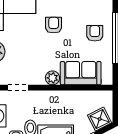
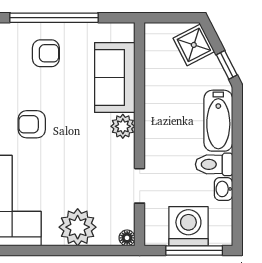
armchair: (95, 33) -> (46, 53), turned 180

